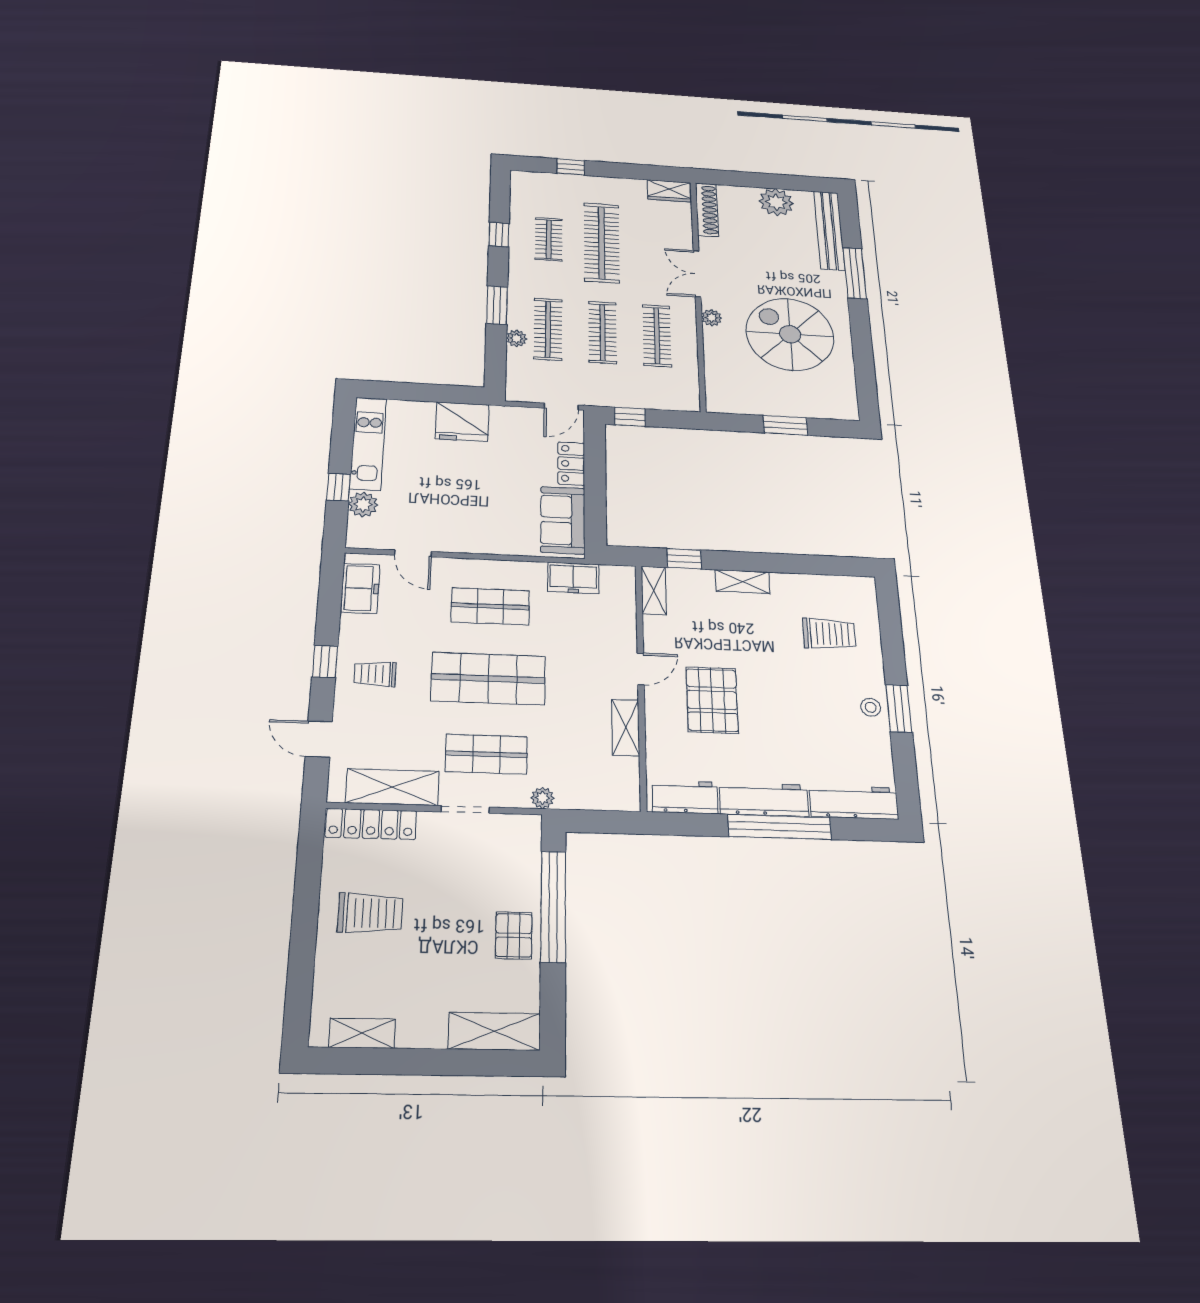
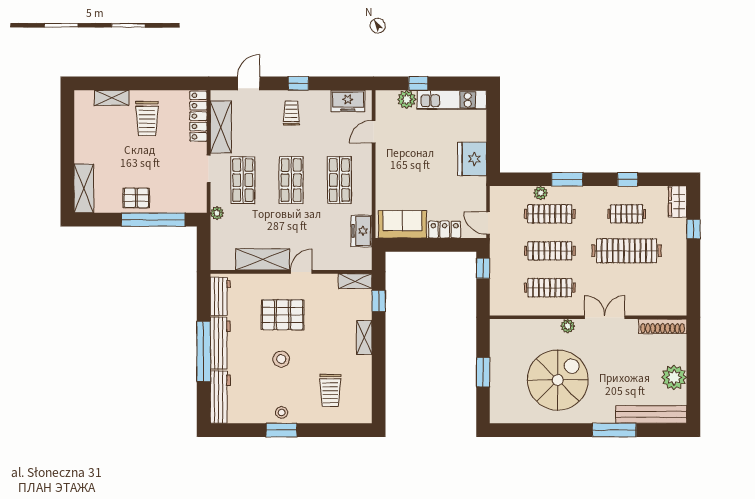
wardrobe: (669, 191) -> (678, 202), moved
door: (641, 669) -> (301, 272), swing flipped
shop shelf: (488, 678) -> (291, 180), width x0.70, depth x0.74
stool: (784, 705) -> (281, 359), added
shelving: (626, 728) -> (263, 259), width x1.50, depth x1.33
shelving: (362, 1033) -> (112, 98), moved, turned 90

